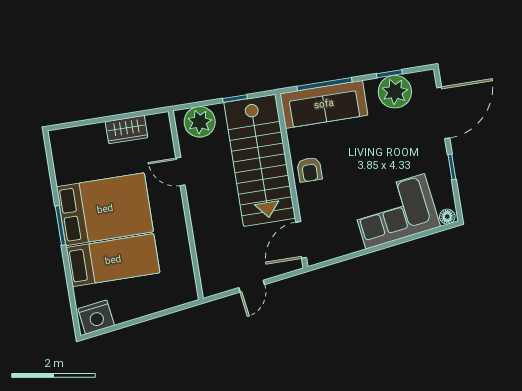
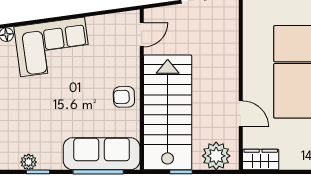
plant: (395, 92) -> (29, 162), width x0.53, depth x0.53
wardrobe: (127, 130) -> (261, 160), moved
armchair: (309, 170) -> (124, 97), turned -92
door: (301, 240) -> (142, 35), width x0.73

